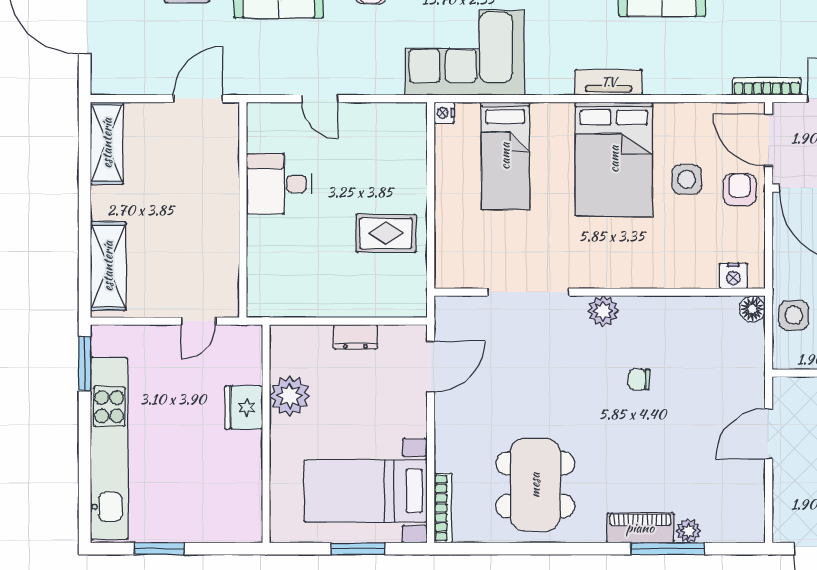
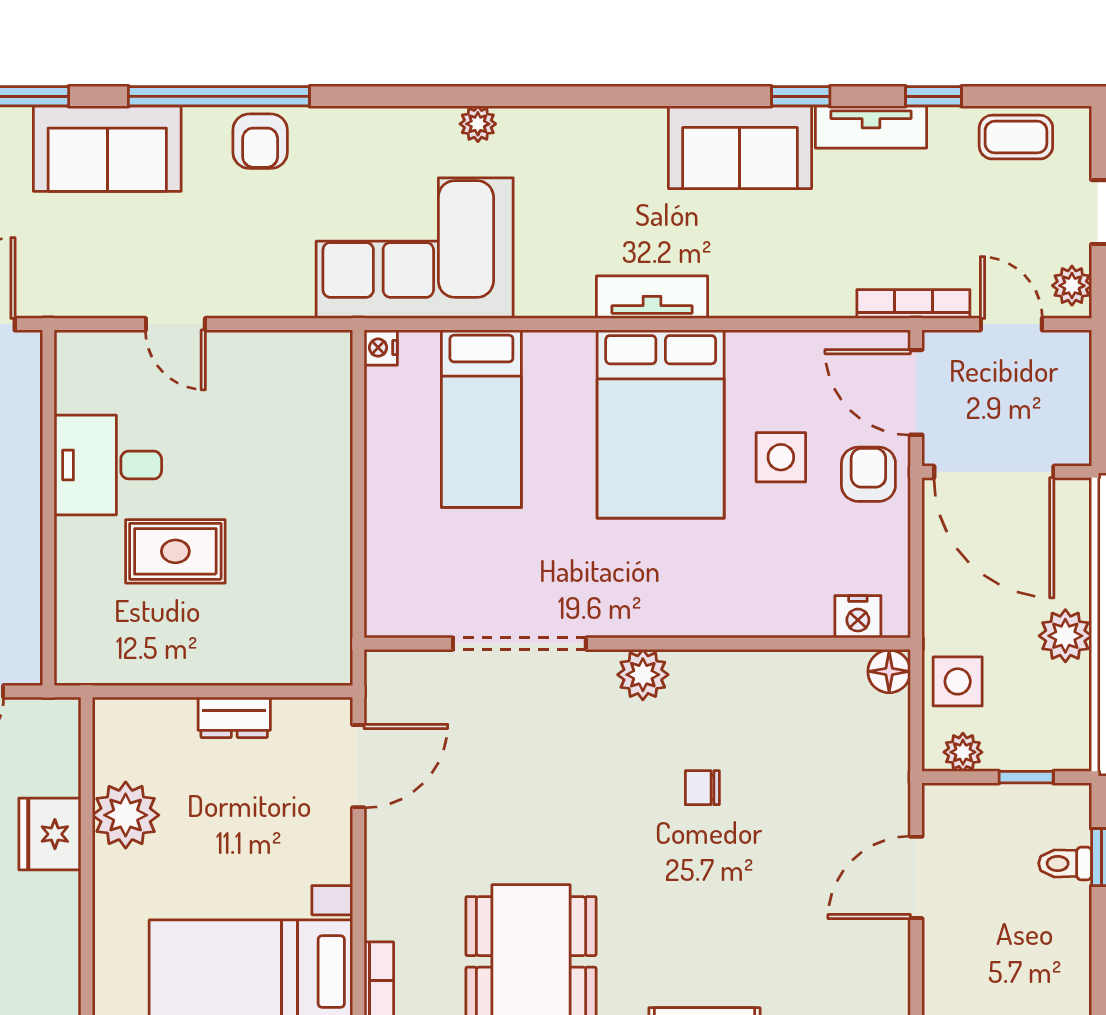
rug: (386, 233) -> (175, 551), moved
plant: (797, 358) -> (963, 752), added

